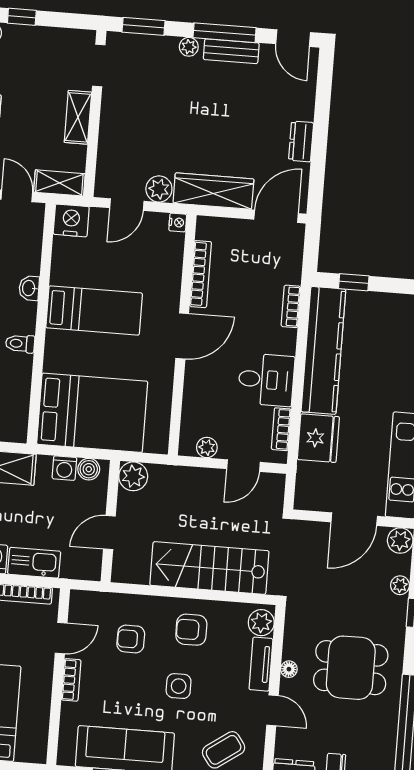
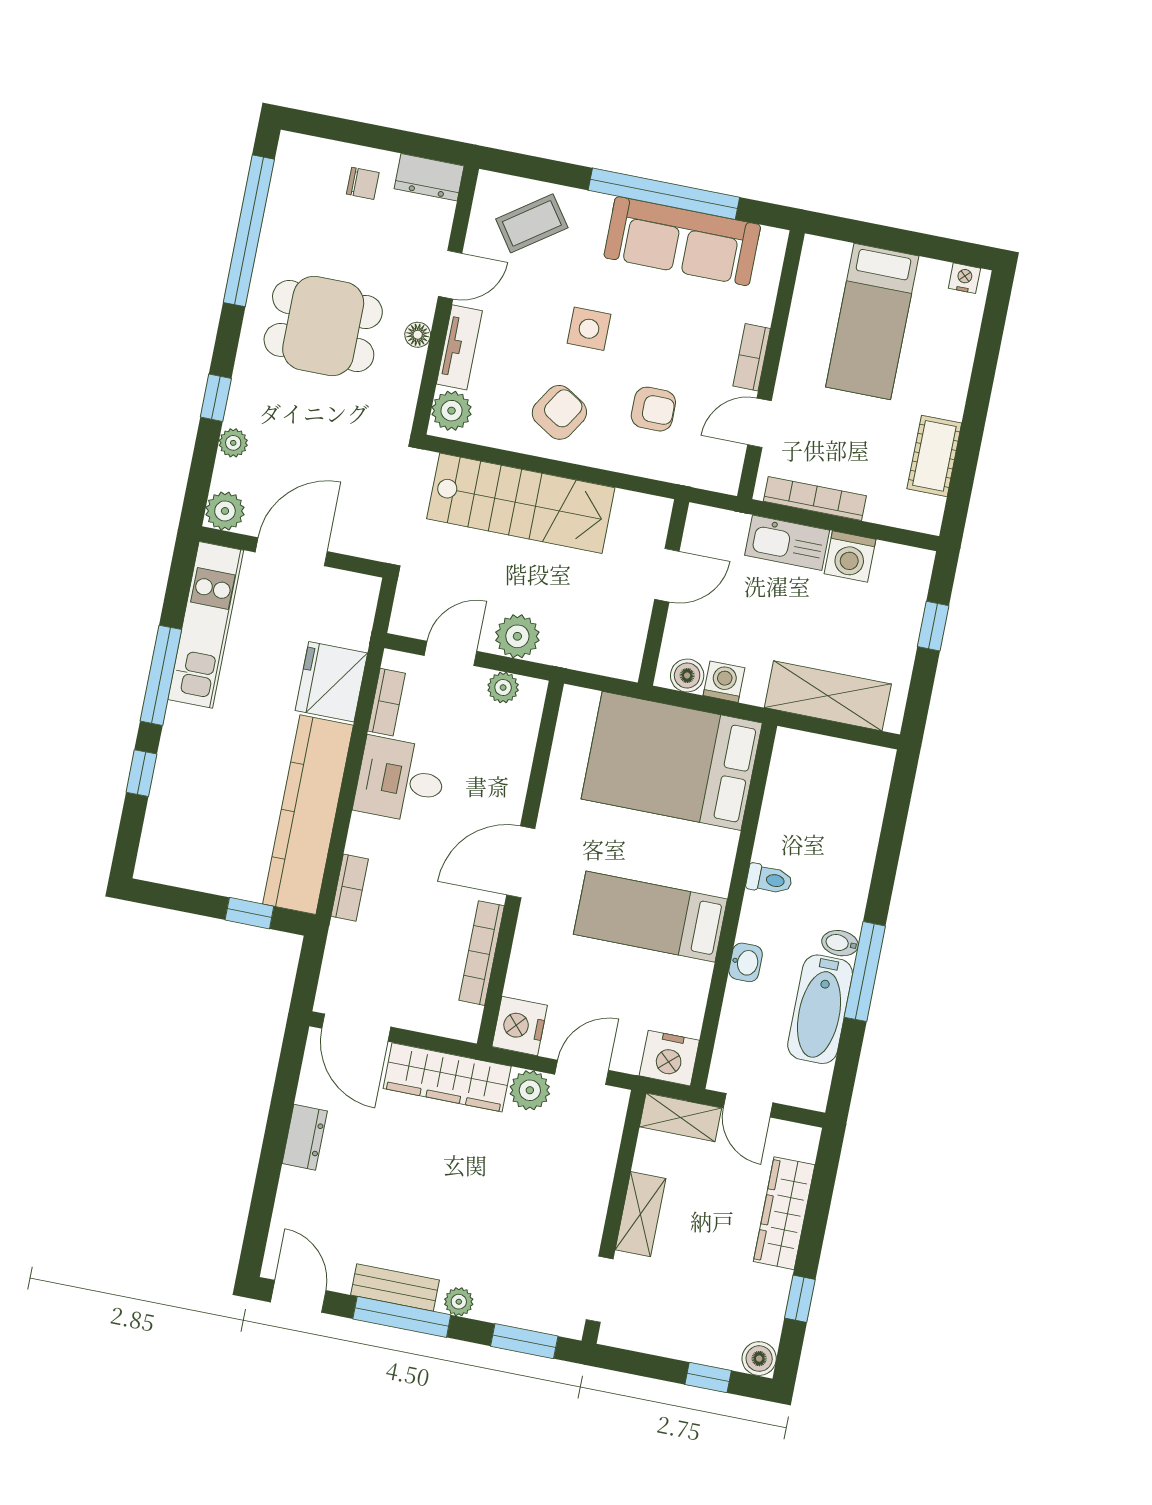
door: (276, 216) -> (356, 1028), hinge flipped
nightstand: (178, 222) -> (520, 1026), width x1.89, depth x1.79
plant: (133, 476) -> (517, 636), moved
armchair: (191, 630) -> (559, 412), turned -58
door: (272, 710) -> (450, 275), swing flipped

